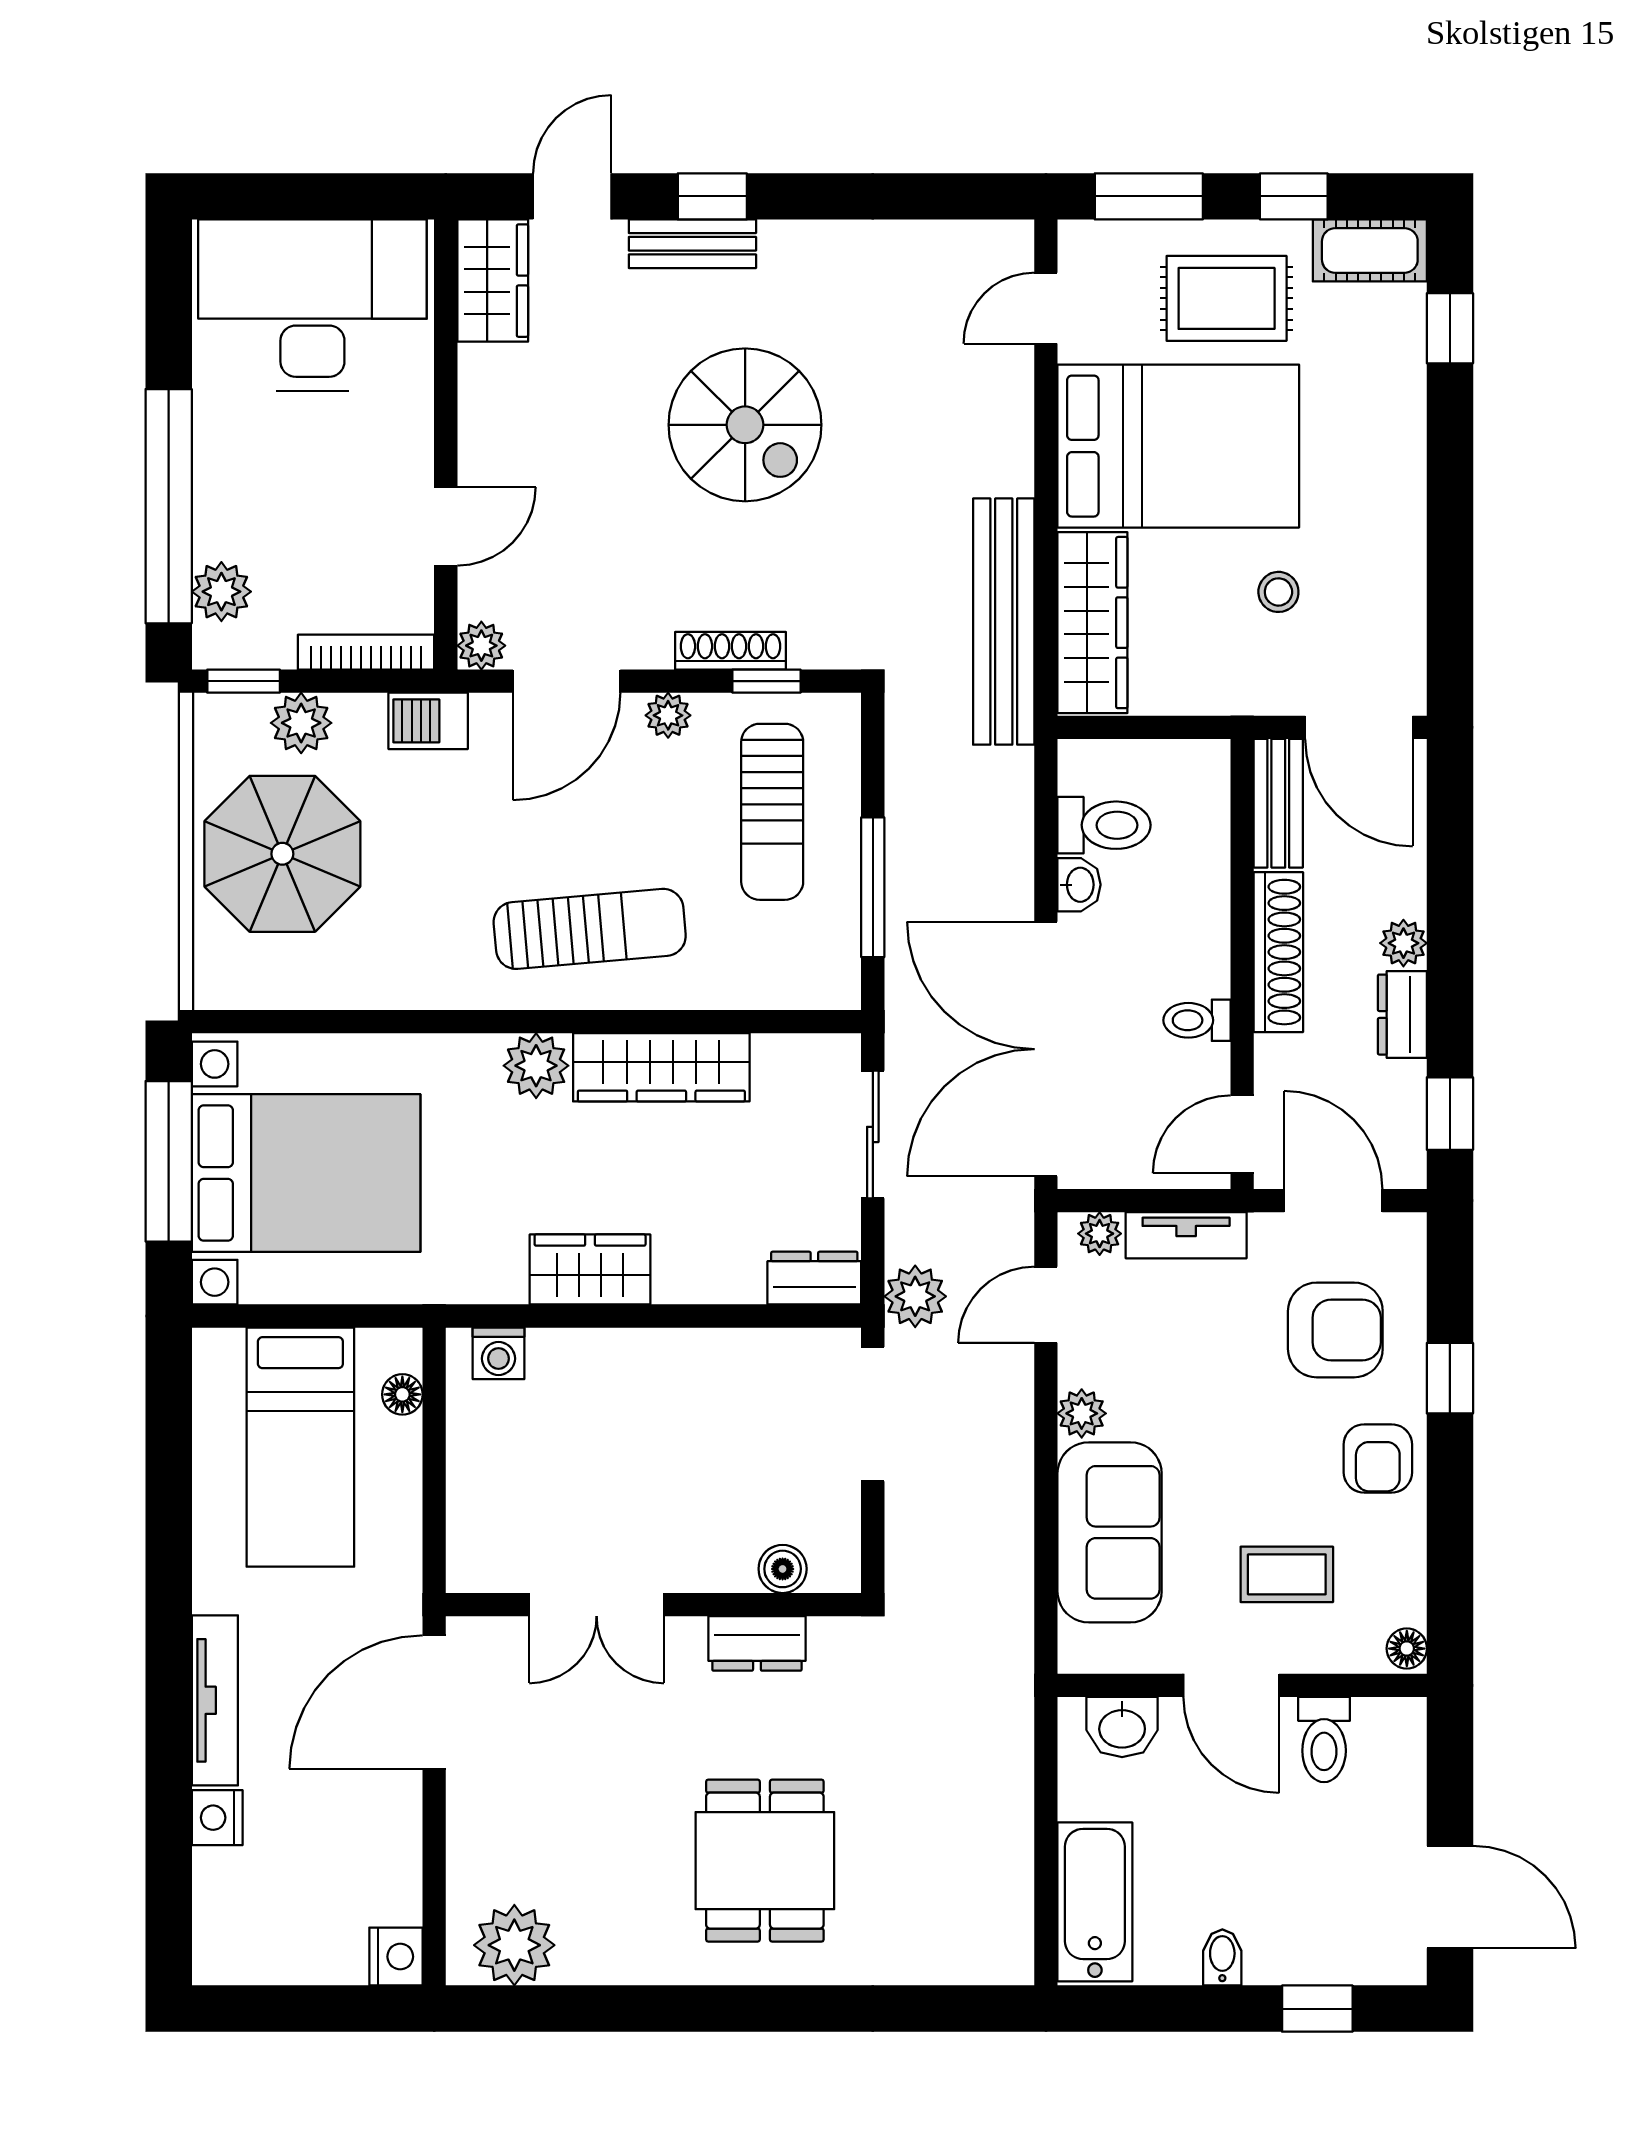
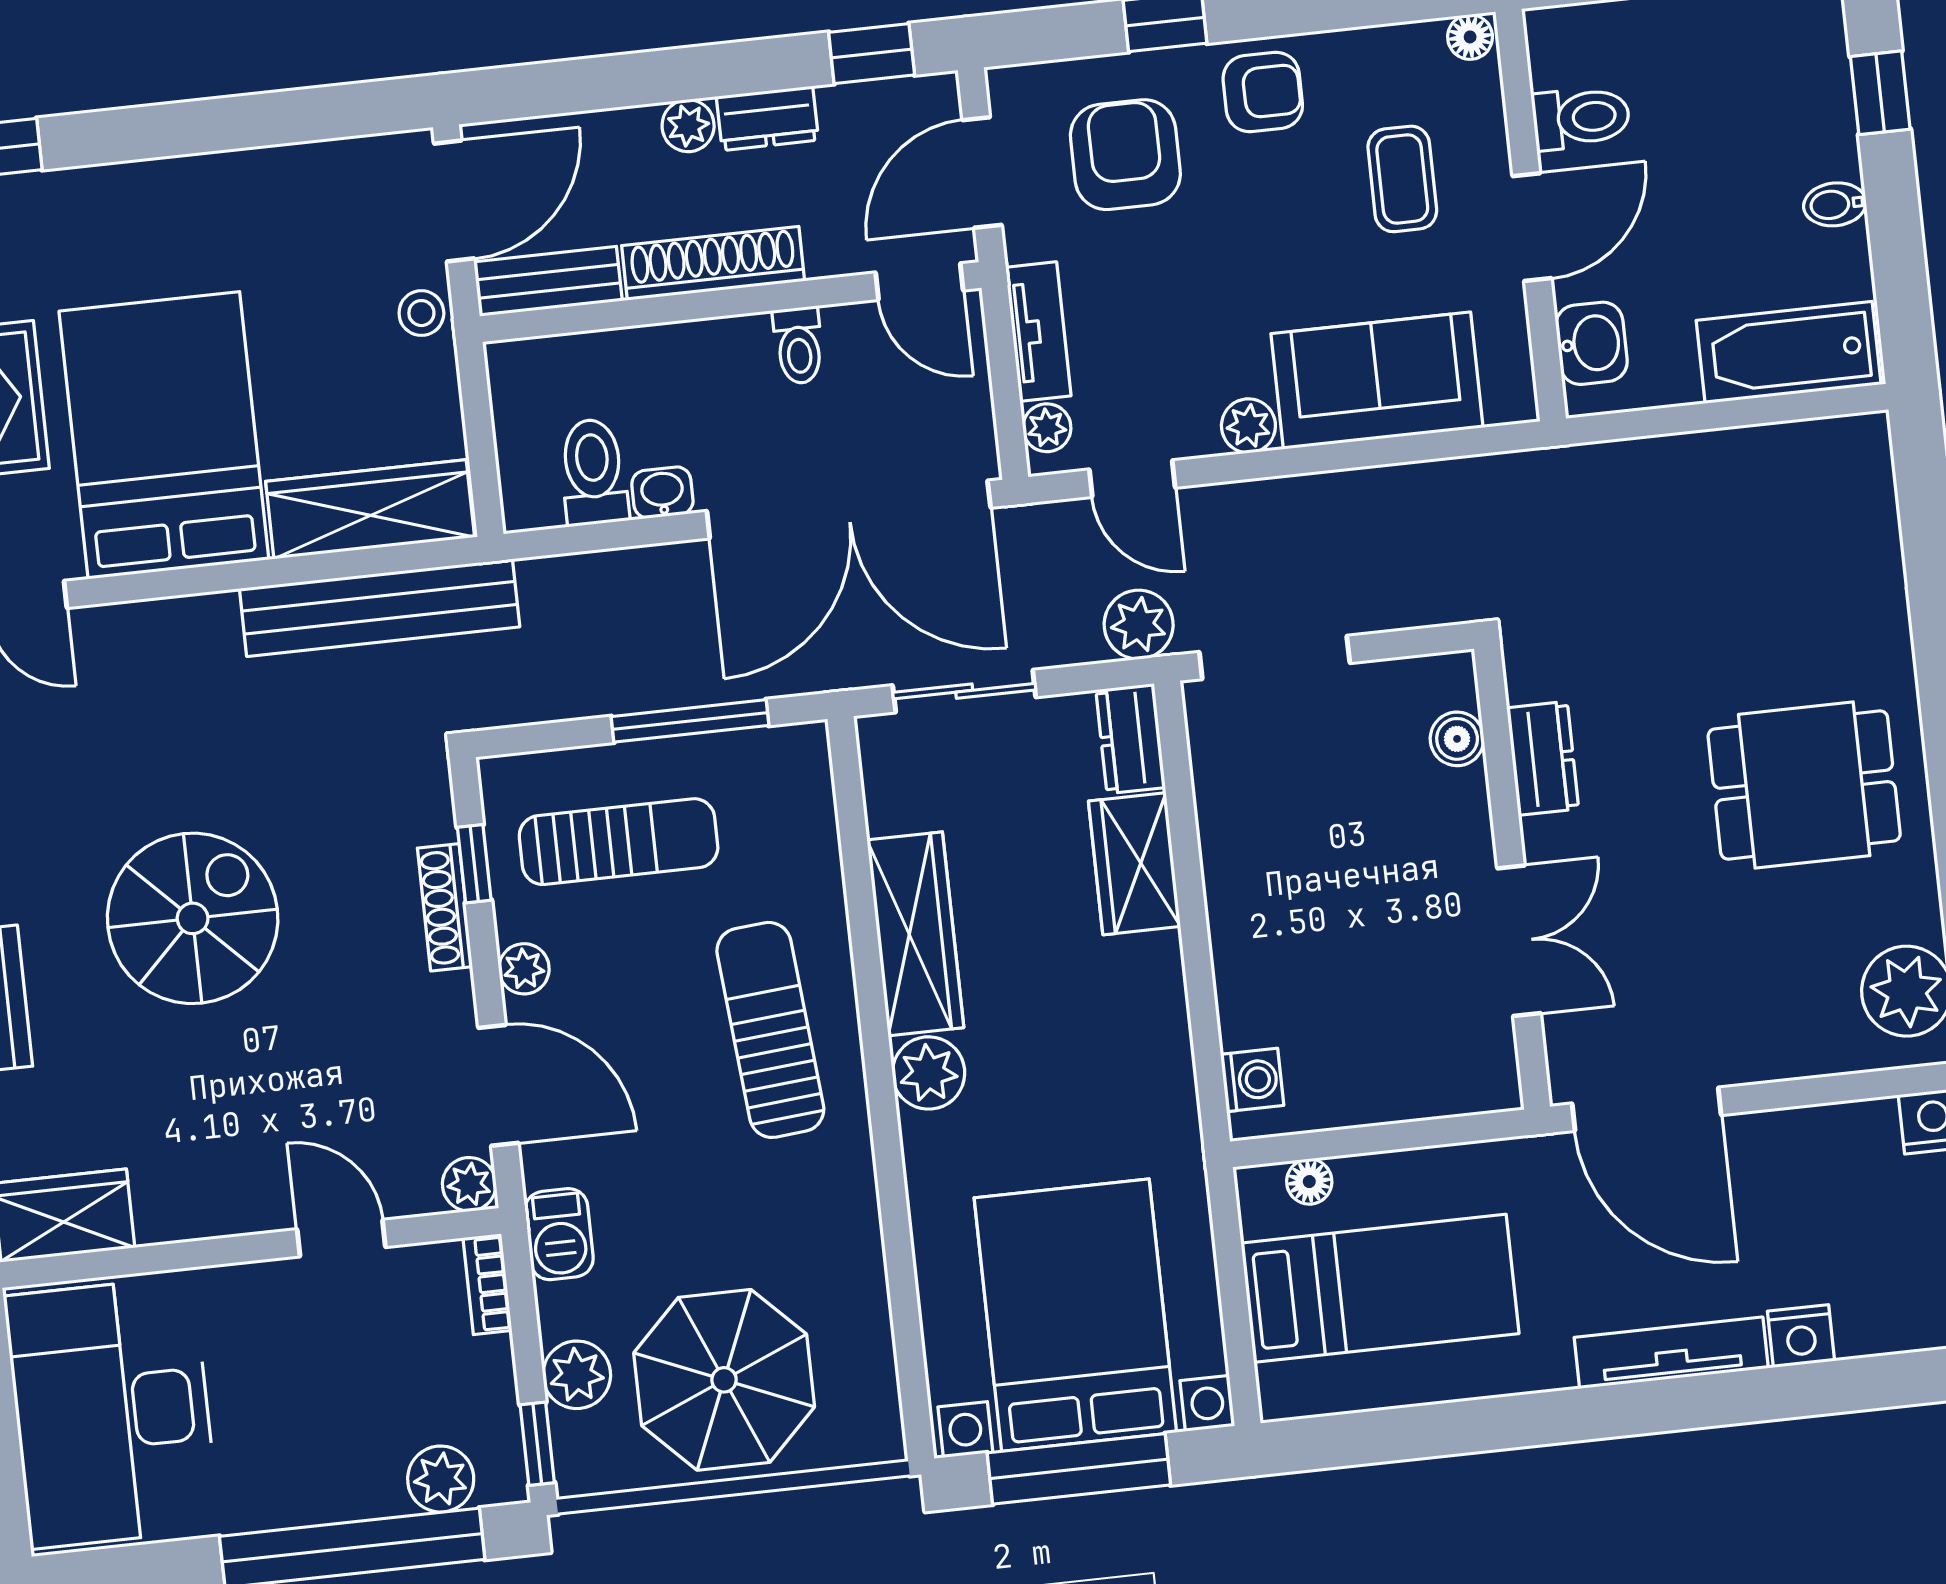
stool: (1278, 592) -> (421, 313), moved
bookcase: (366, 652) -> (487, 1284), width x0.64
wardrobe: (590, 1269) -> (1135, 864), moved
dining table: (765, 1861) -> (1804, 785), moved

